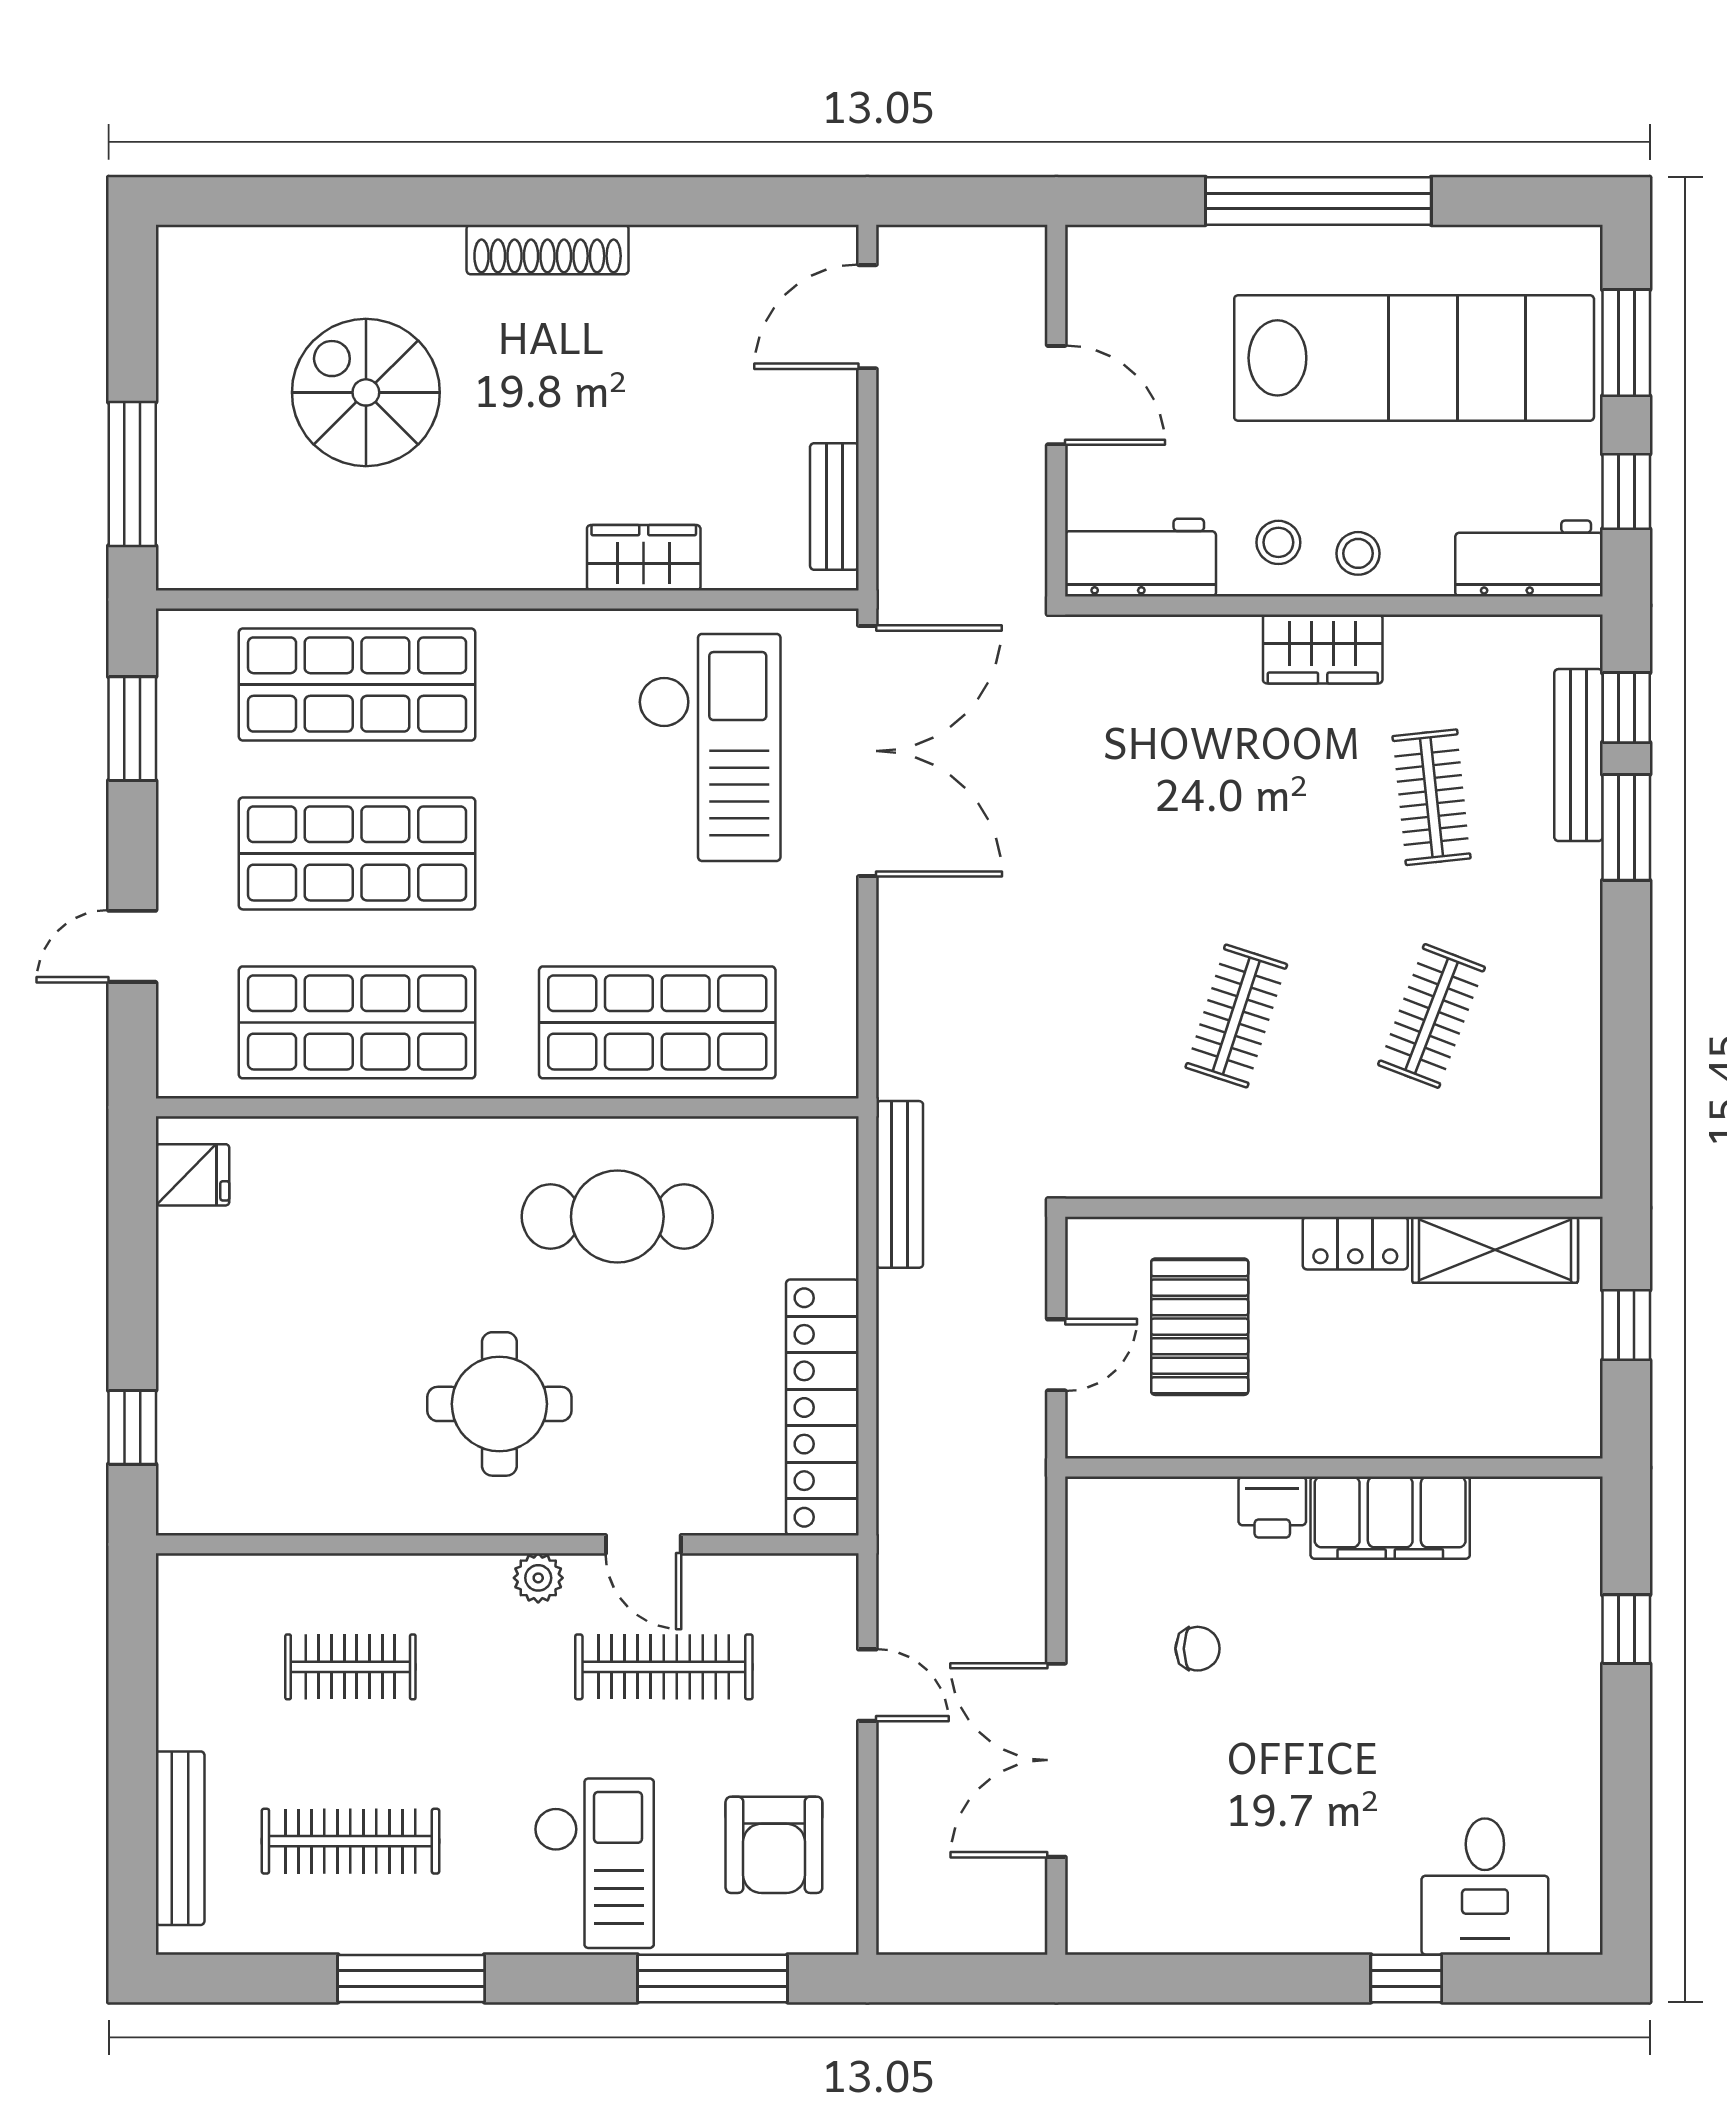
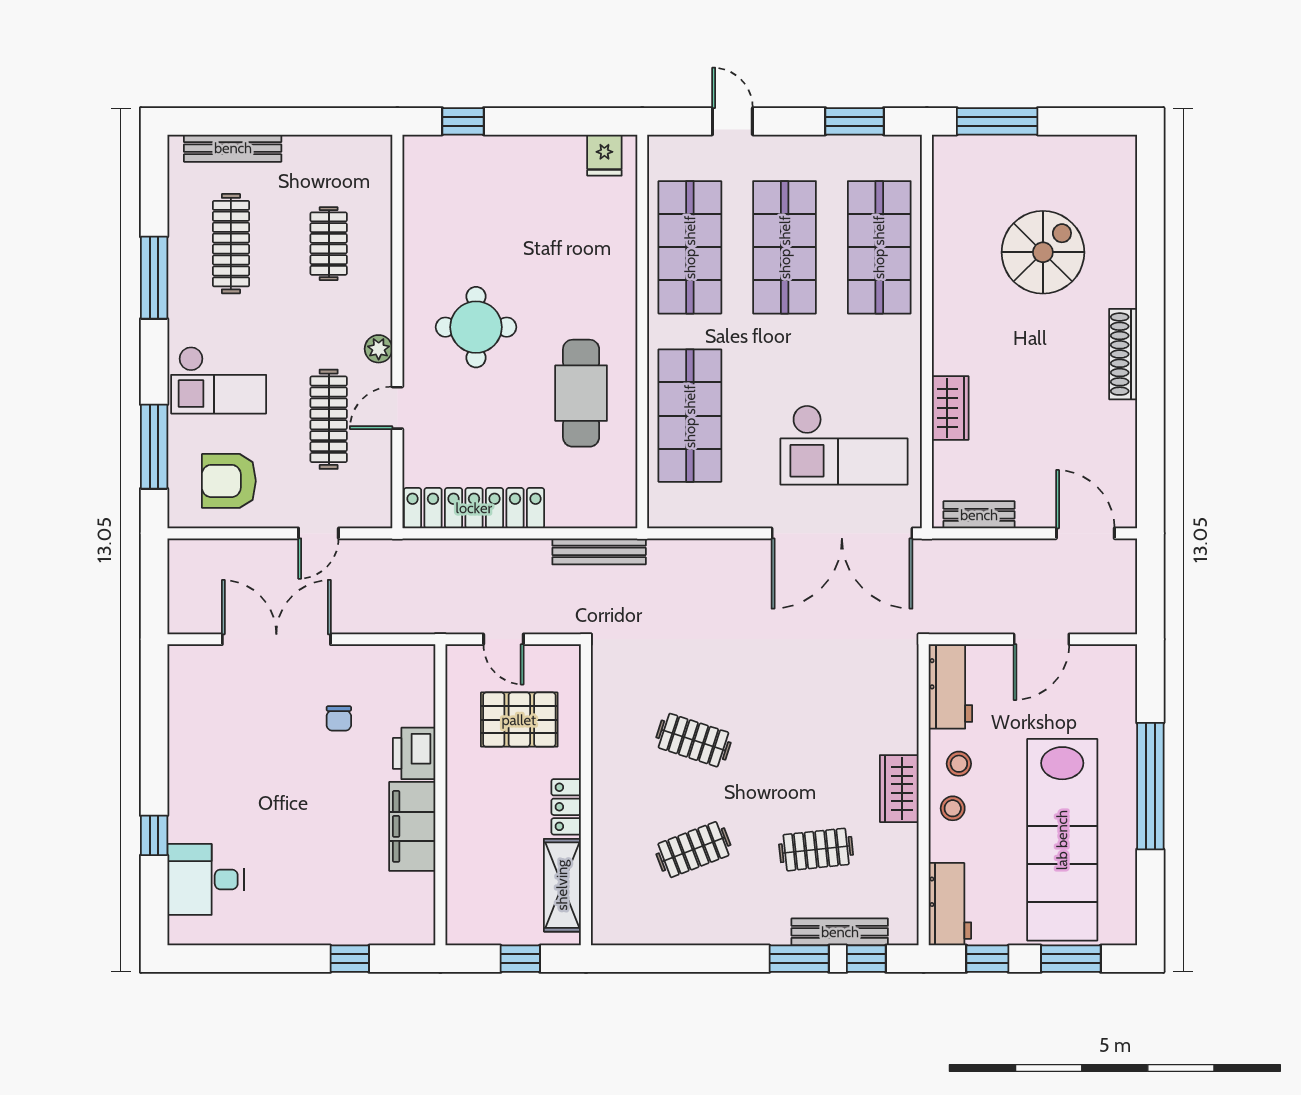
clothes rail: (1432, 1016) -> (693, 850), turned -42
printer: (1272, 1507) -> (414, 753), width x1.36, depth x1.24

